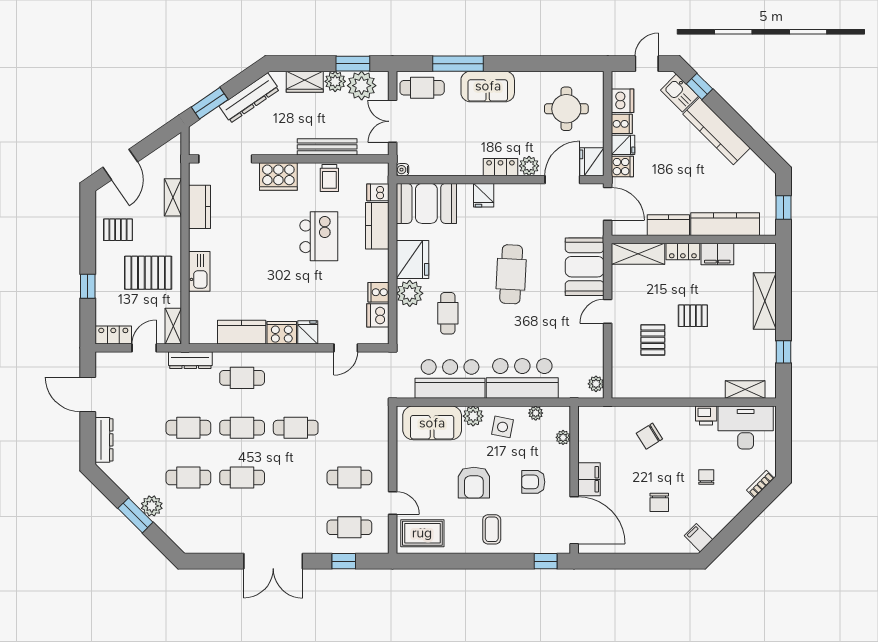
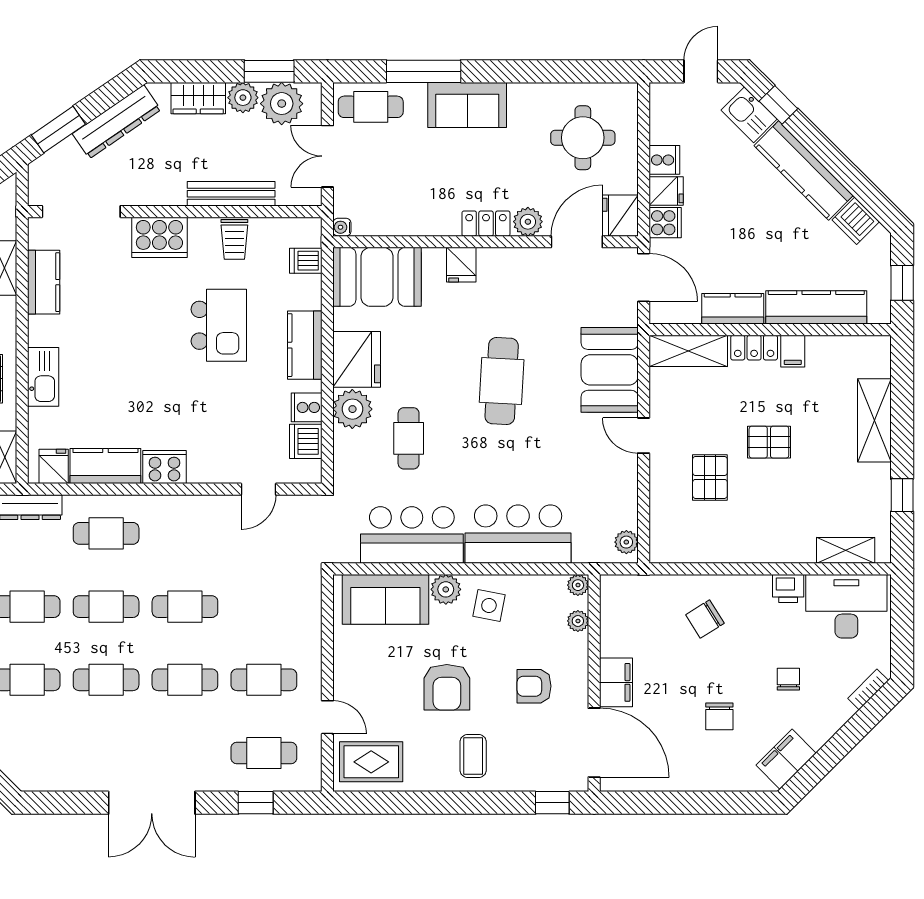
dishwasher: (623, 101) -> (856, 221), moved, turned 135
kitchen counter: (377, 226) -> (305, 345), moved
filing cabinet: (717, 254) -> (793, 351), width x0.50
door: (608, 311) -> (644, 436), hinge flipped
fridge: (308, 332) -> (54, 466), moved
plant: (536, 413) -> (578, 585), moved
cafe table: (296, 477) -> (185, 680), added
filing cabinet: (698, 538) -> (786, 759), width x2.00

